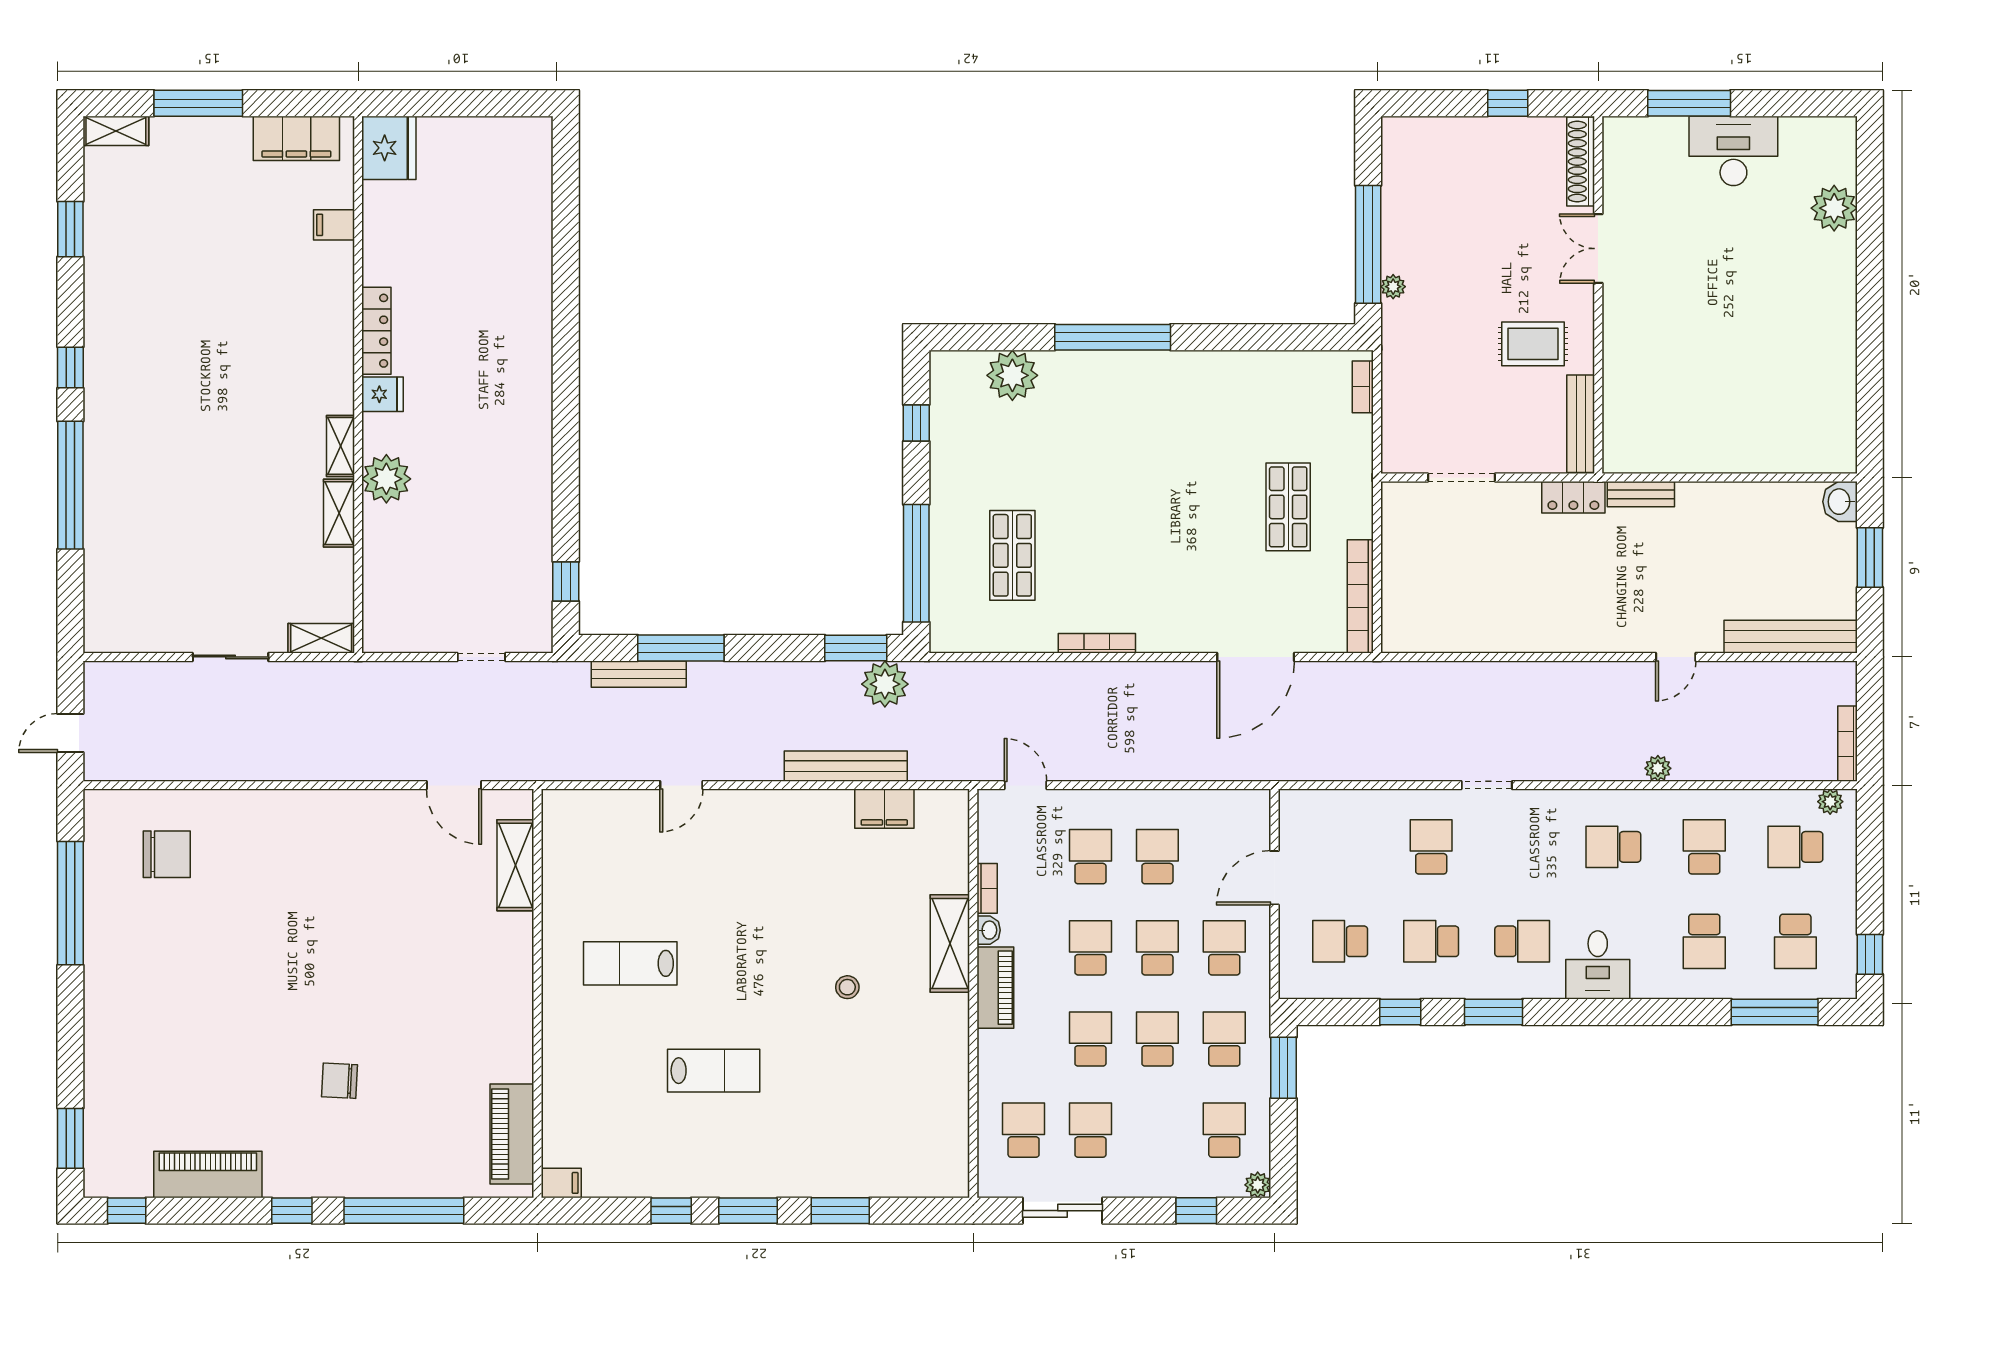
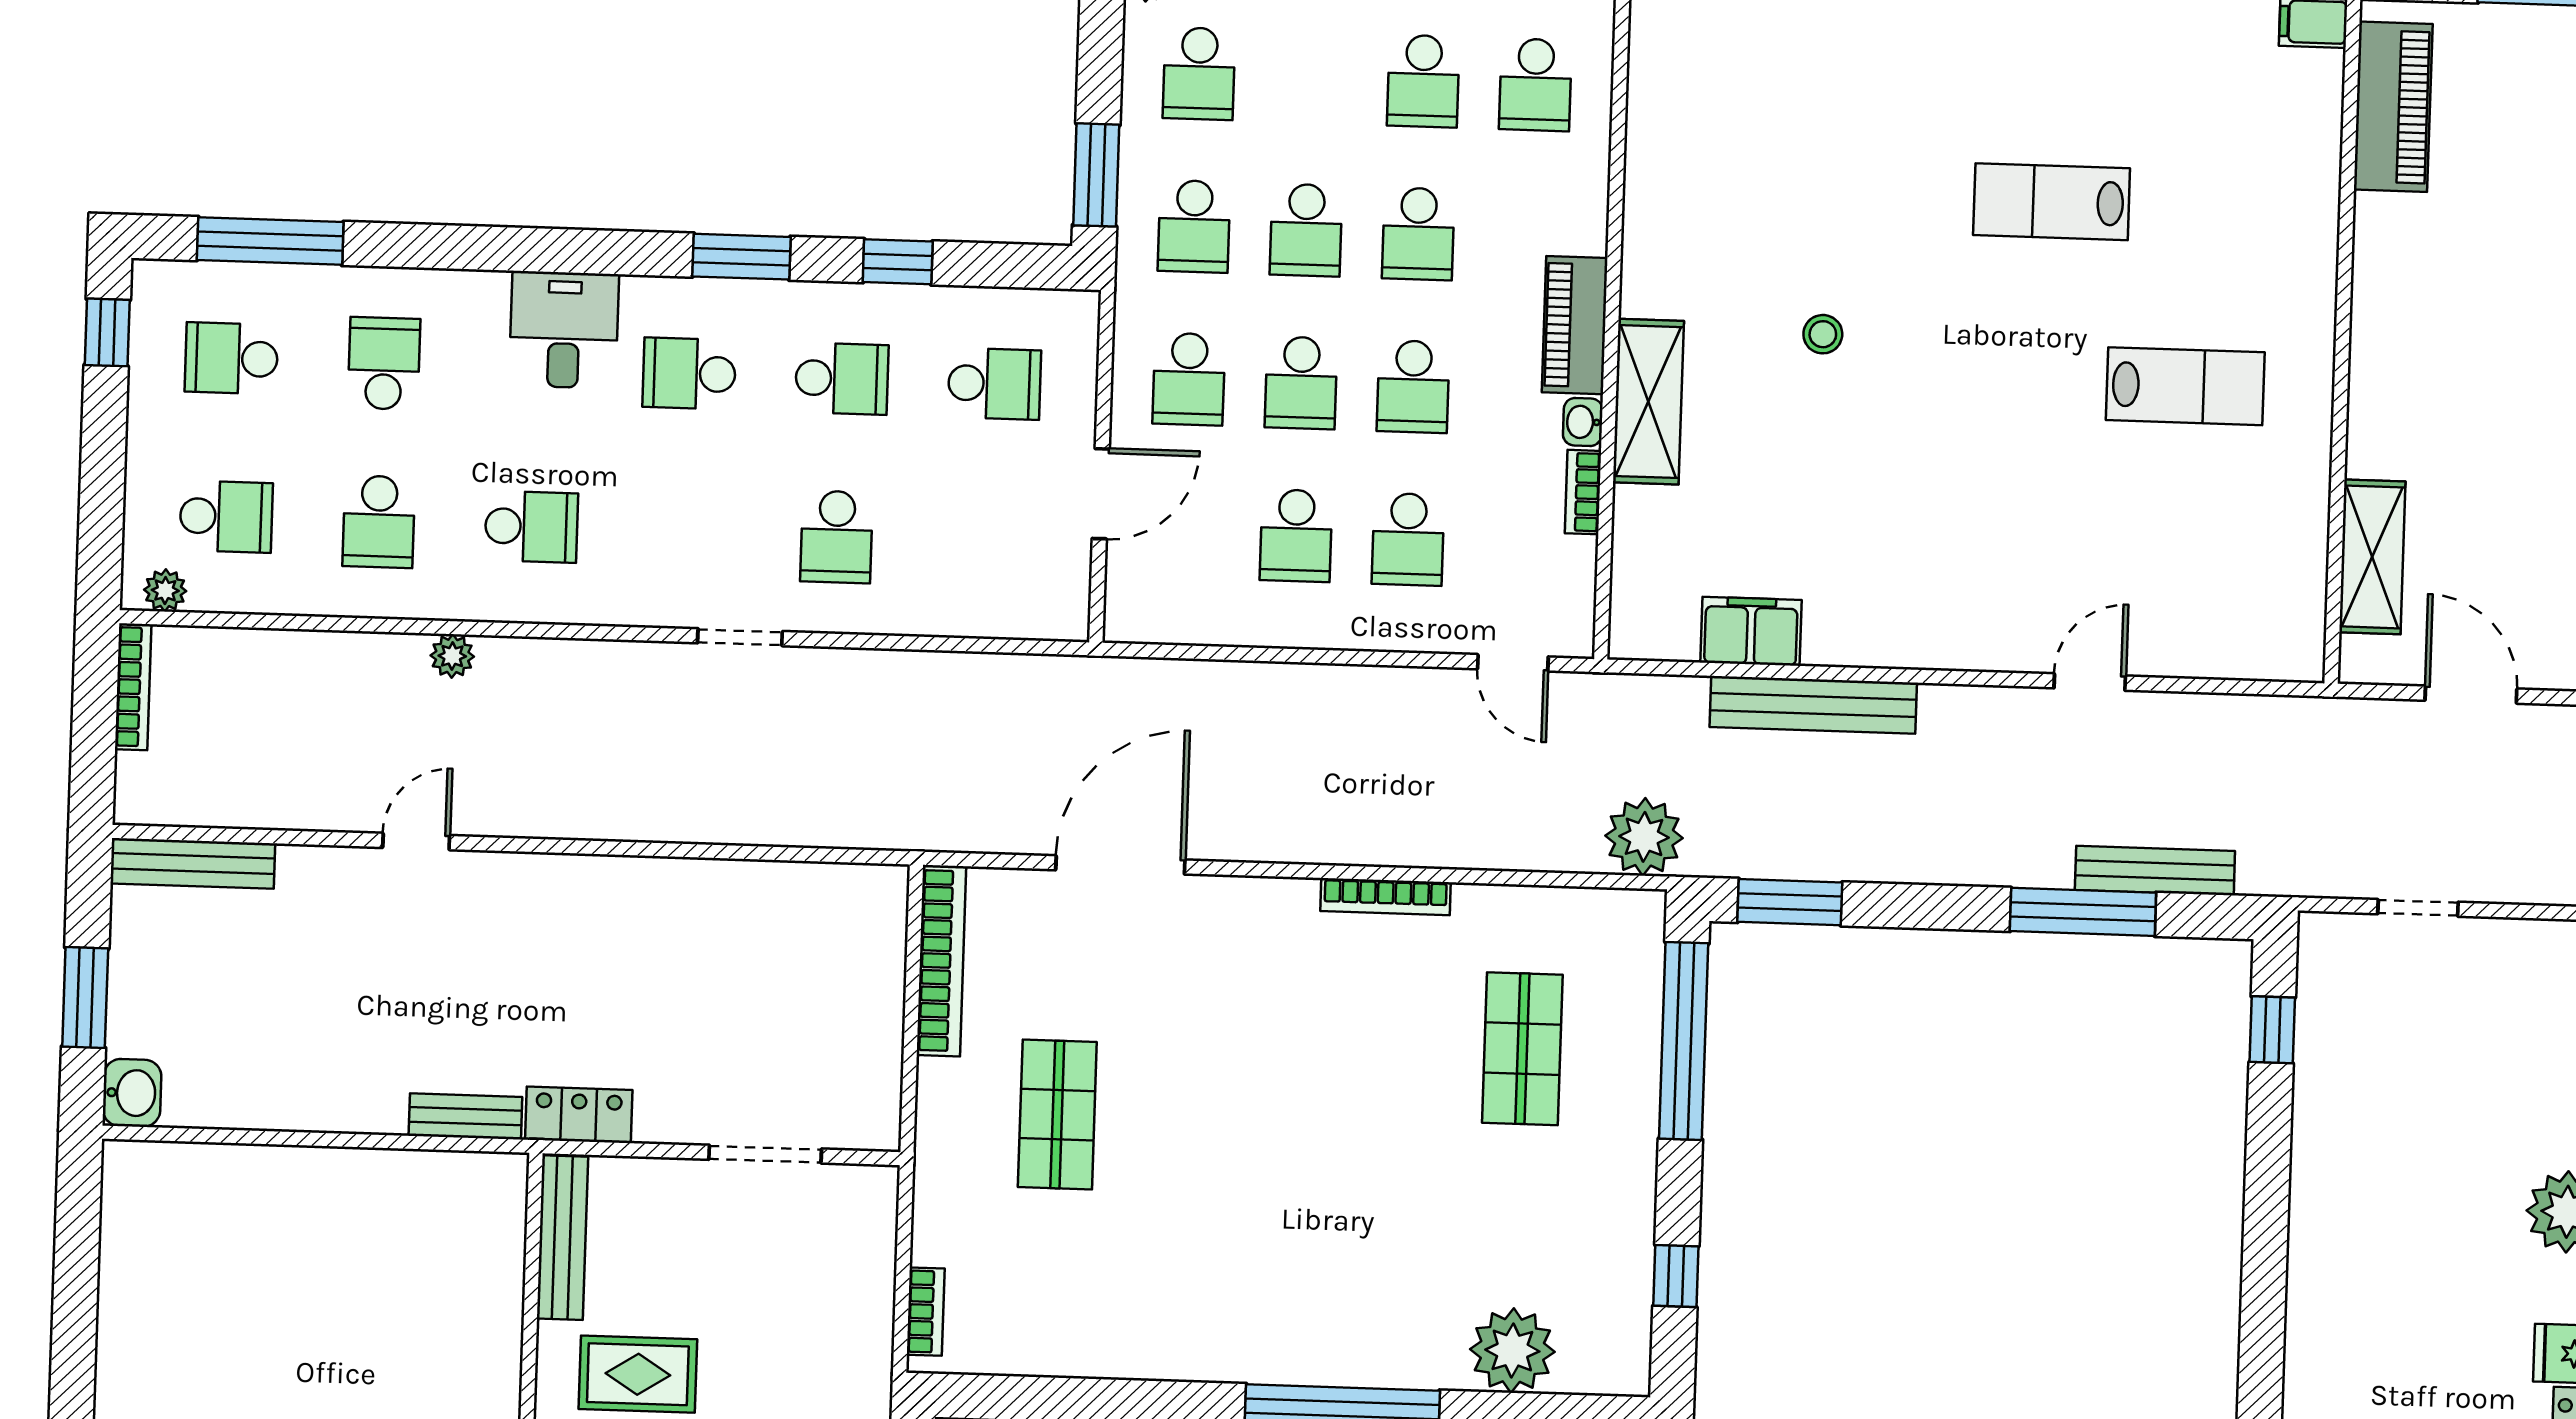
bench: (1791, 637) -> (193, 863), width x0.73, depth x0.82
plant: (885, 684) -> (1644, 837), moved
school desk: (1795, 941) -> (231, 358), turned -90

